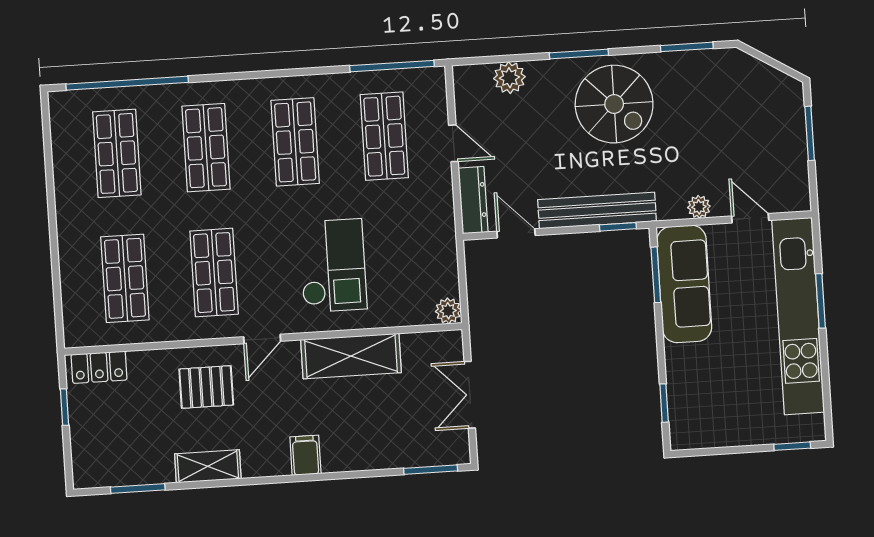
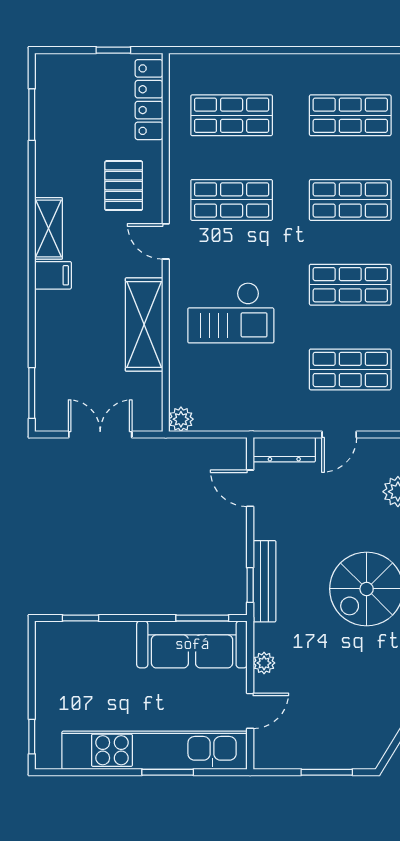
bench: (597, 210) -> (264, 581), width x0.73, depth x0.82
door: (516, 233) -> (250, 488), swing flipped
locker: (99, 367) -> (149, 100), width x1.53
shelving: (208, 466) -> (48, 228), moved

